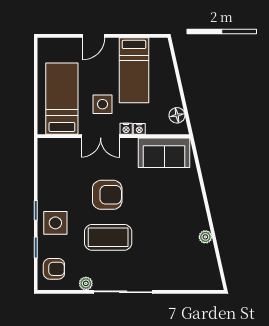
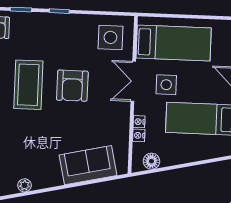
nightstand: (126, 129) -> (139, 135), moved
sofa: (164, 153) -> (88, 165), moved, turned 77
side table: (55, 223) -> (110, 37), moved

